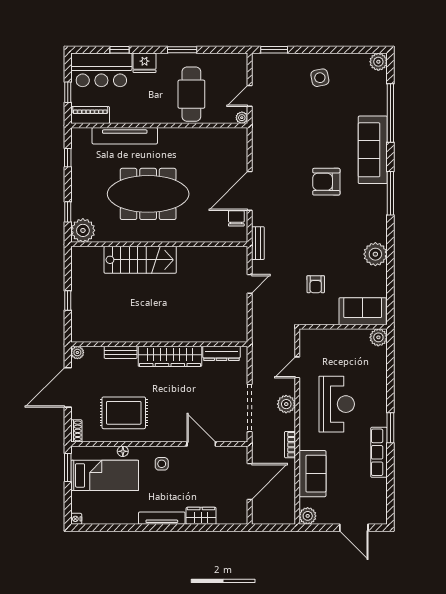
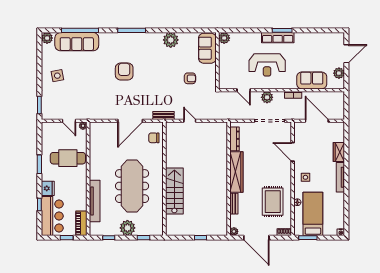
sofa: (373, 150) -> (77, 42), moved
armchair: (326, 182) -> (124, 71), turned 180
door: (250, 191) -> (130, 121), hinge flipped
chair: (236, 218) -> (154, 138), moved
plant: (83, 230) -> (127, 228), moved
reception desk: (337, 404) -> (267, 65), turned 180
door: (201, 444) -> (293, 152), hinge flipped
row of seats: (379, 452) -> (278, 38), moved
plant: (308, 516) -> (339, 73), moved

